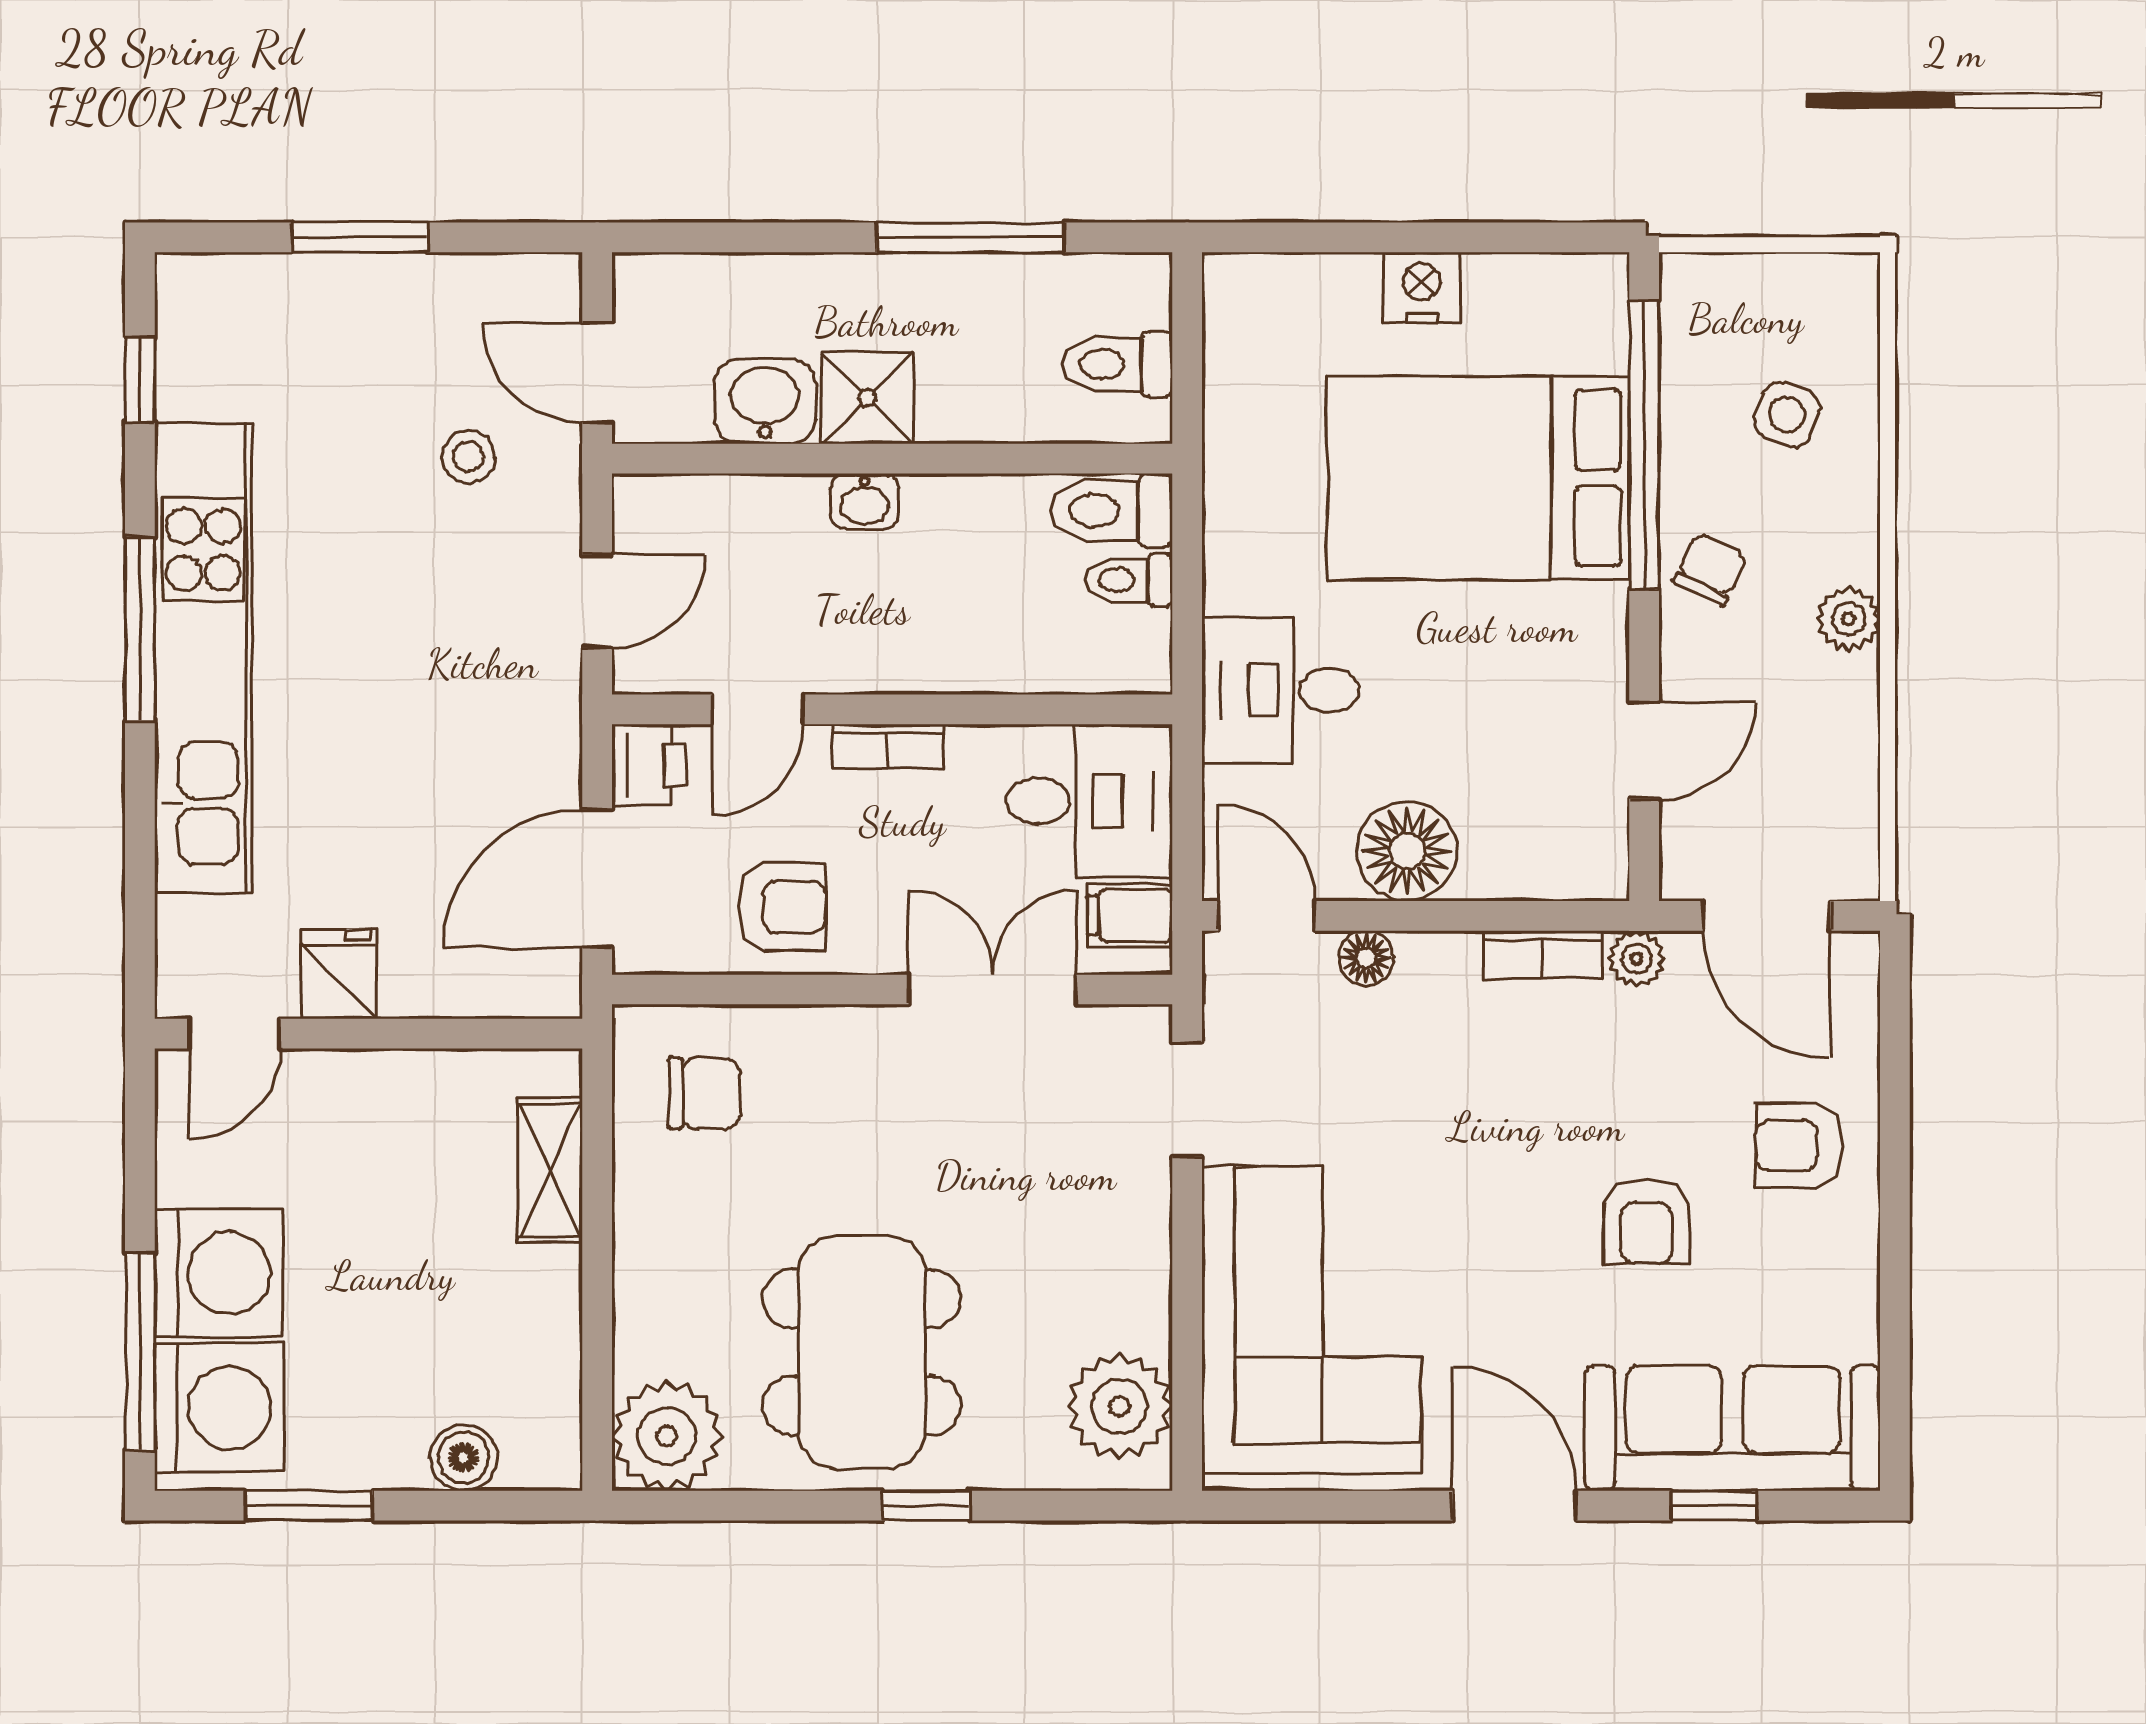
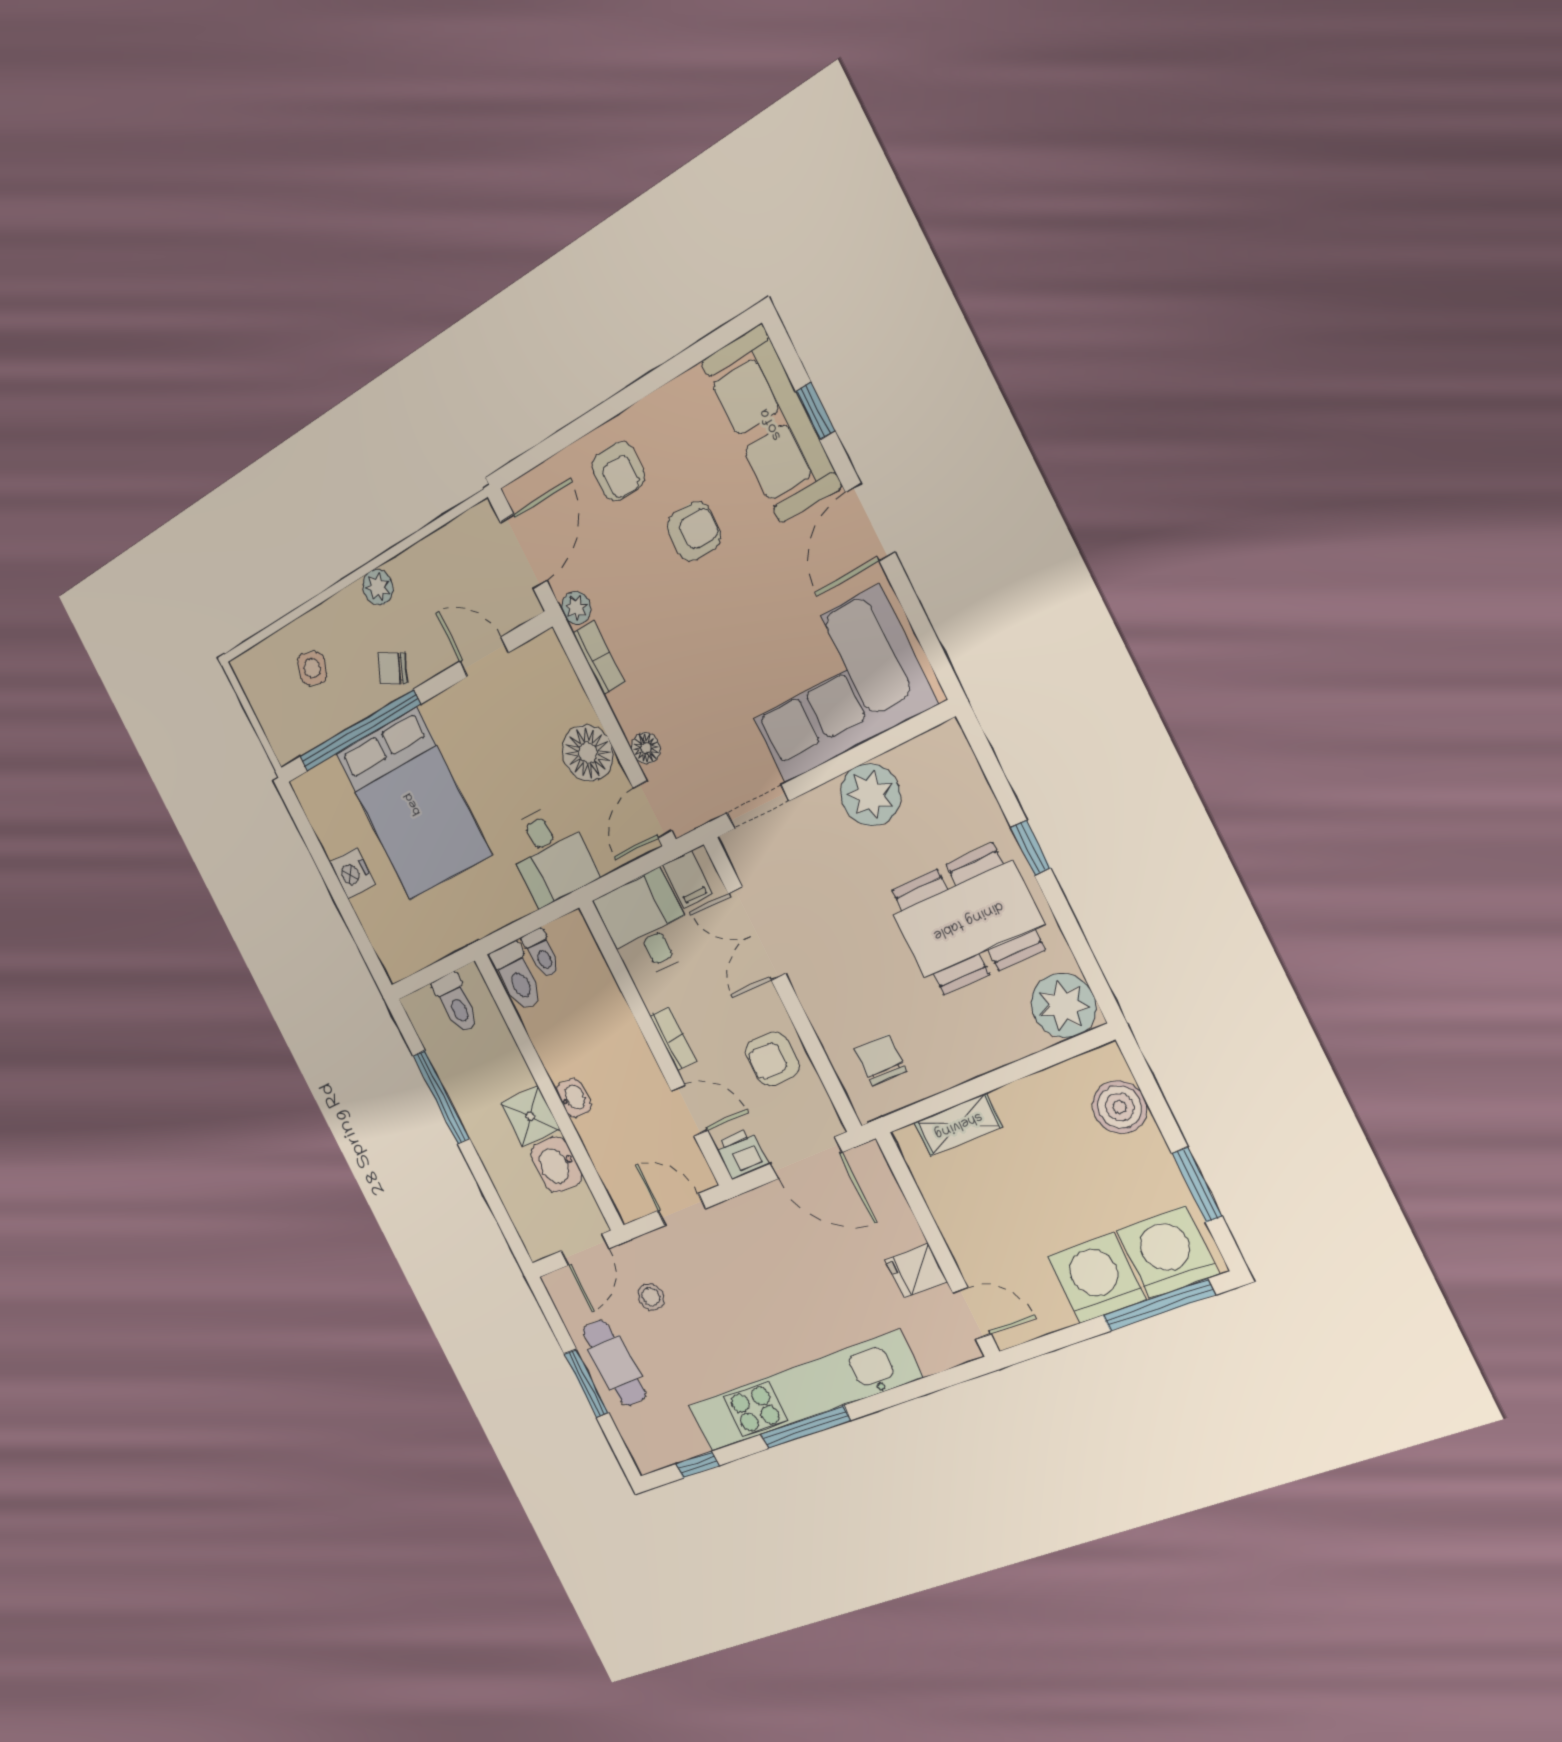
cafe table: (377, 316) -> (614, 1363), added
armchair: (782, 907) -> (772, 1059), turned -90
plant: (1120, 1406) -> (870, 795), moved
boiler: (464, 1458) -> (1120, 1107), width x1.36, depth x1.36

